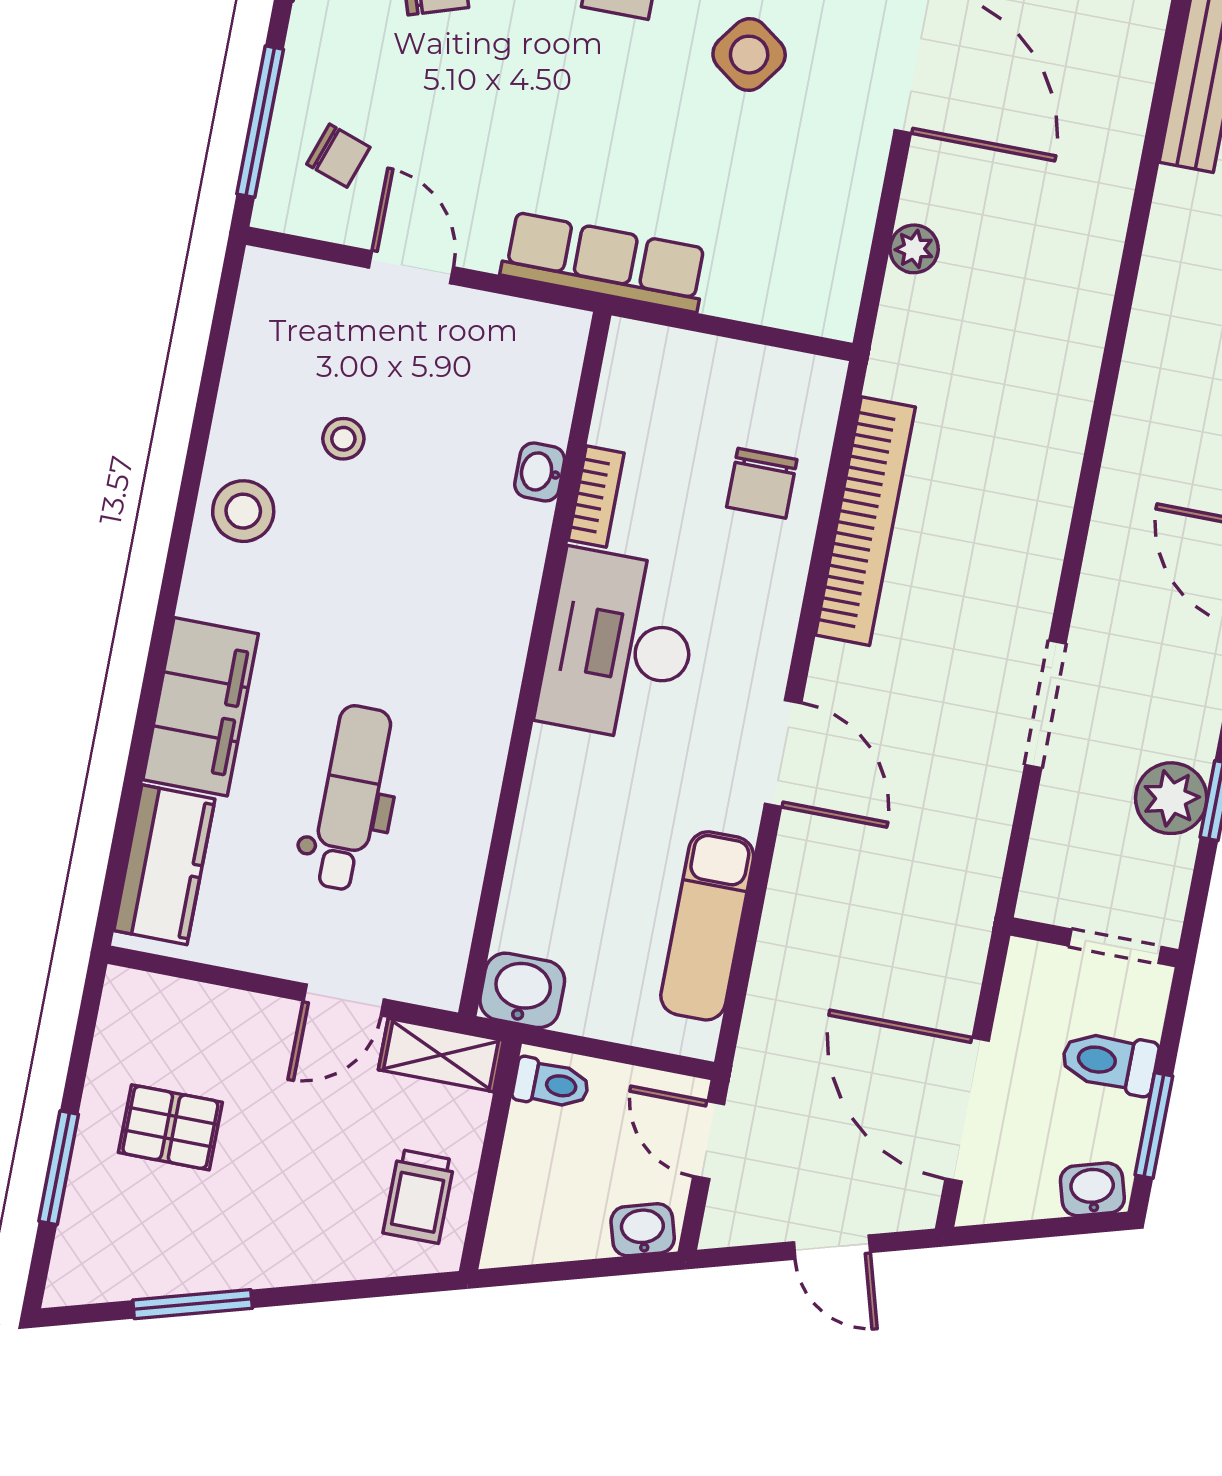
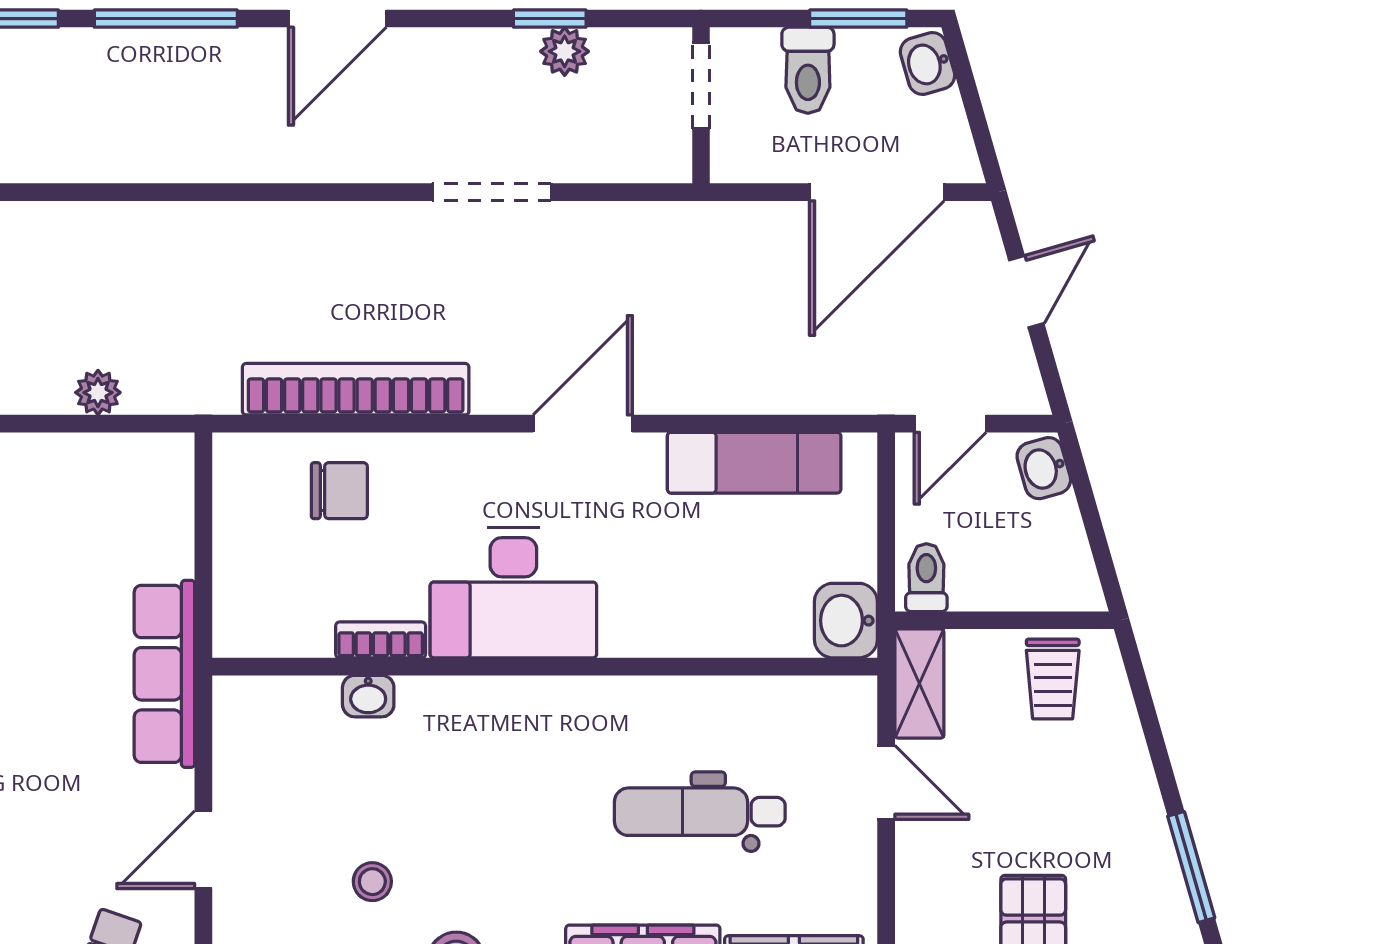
plant: (1171, 798) -> (565, 51), width x0.73, depth x0.73
trolley: (419, 1196) -> (1053, 679), turned 90

